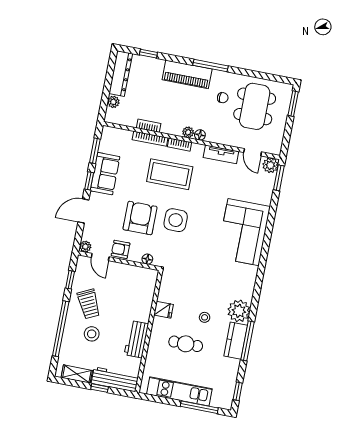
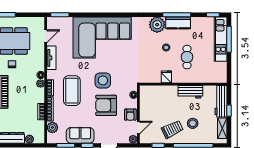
plant: (270, 165) -> (52, 127), moved
corner sofa: (244, 232) -> (102, 37), width x1.36, depth x1.36
kitchen unit: (179, 391) -> (221, 39), moved

